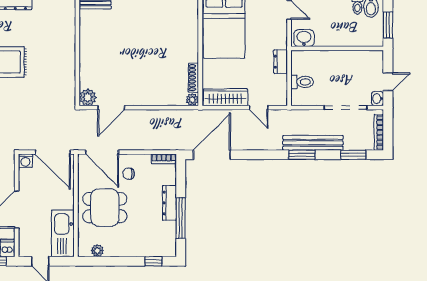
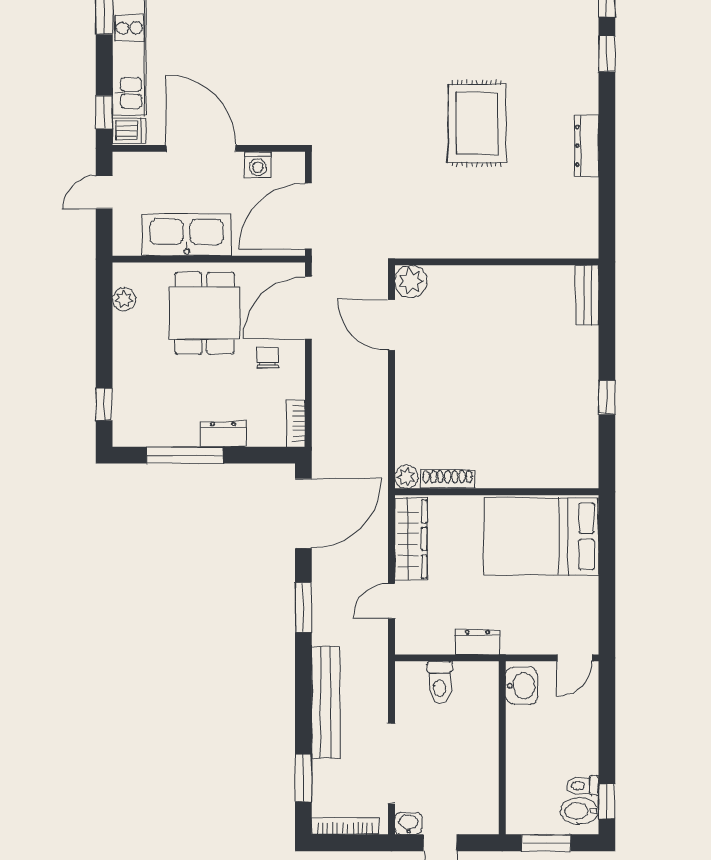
door: (212, 155) -> (303, 514), hinge flipped
window: (302, 155) -> (303, 607), moved
washing machine: (25, 161) -> (258, 165), moved, turned -90
dresser: (169, 203) -> (223, 434), width x0.70
kitchen sink: (63, 233) -> (187, 235), moved

